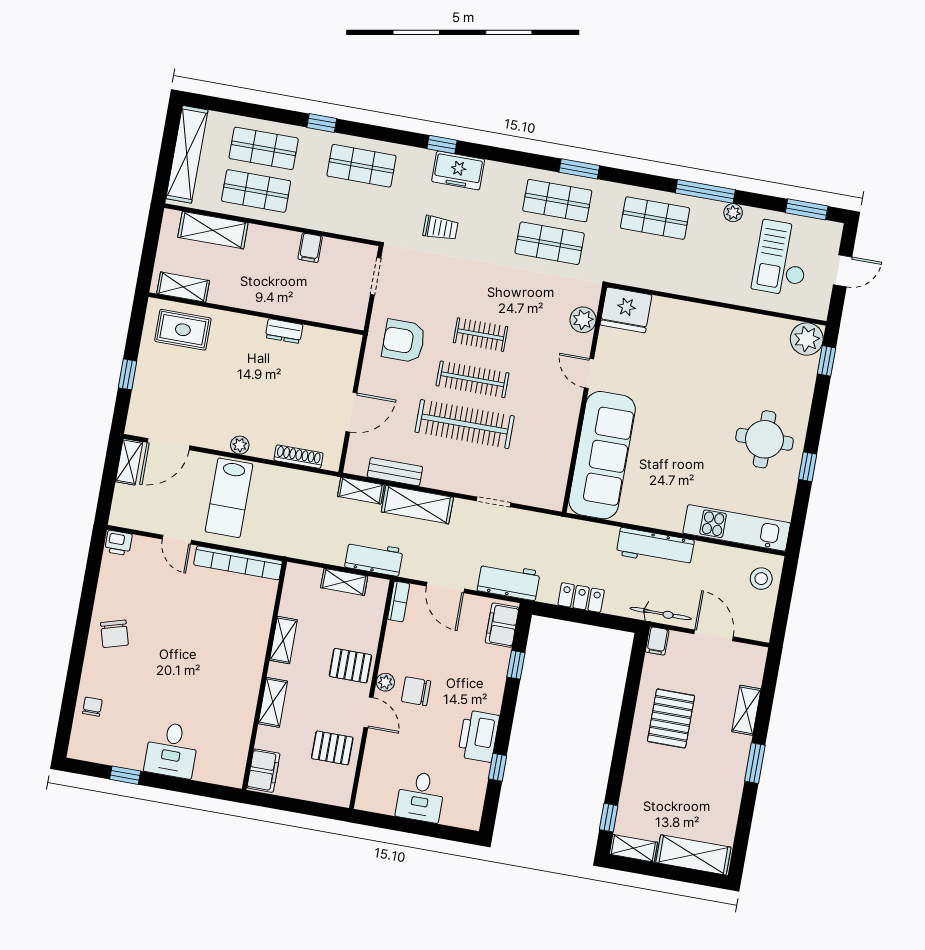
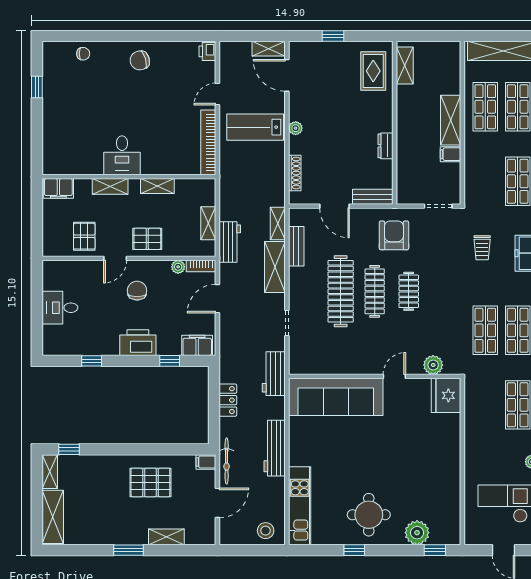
shelving: (213, 230) -> (451, 120), moved
plant: (807, 339) -> (417, 533), moved
bench: (348, 360) -> (373, 197), added
workbench: (509, 581) -> (274, 374), moved, turned 180
pallet: (350, 666) -> (147, 239), turned 90
plant: (385, 682) -> (178, 267), moved
printer: (478, 736) -> (138, 343), moved
desk: (172, 750) -> (122, 155), moved, turned -90

